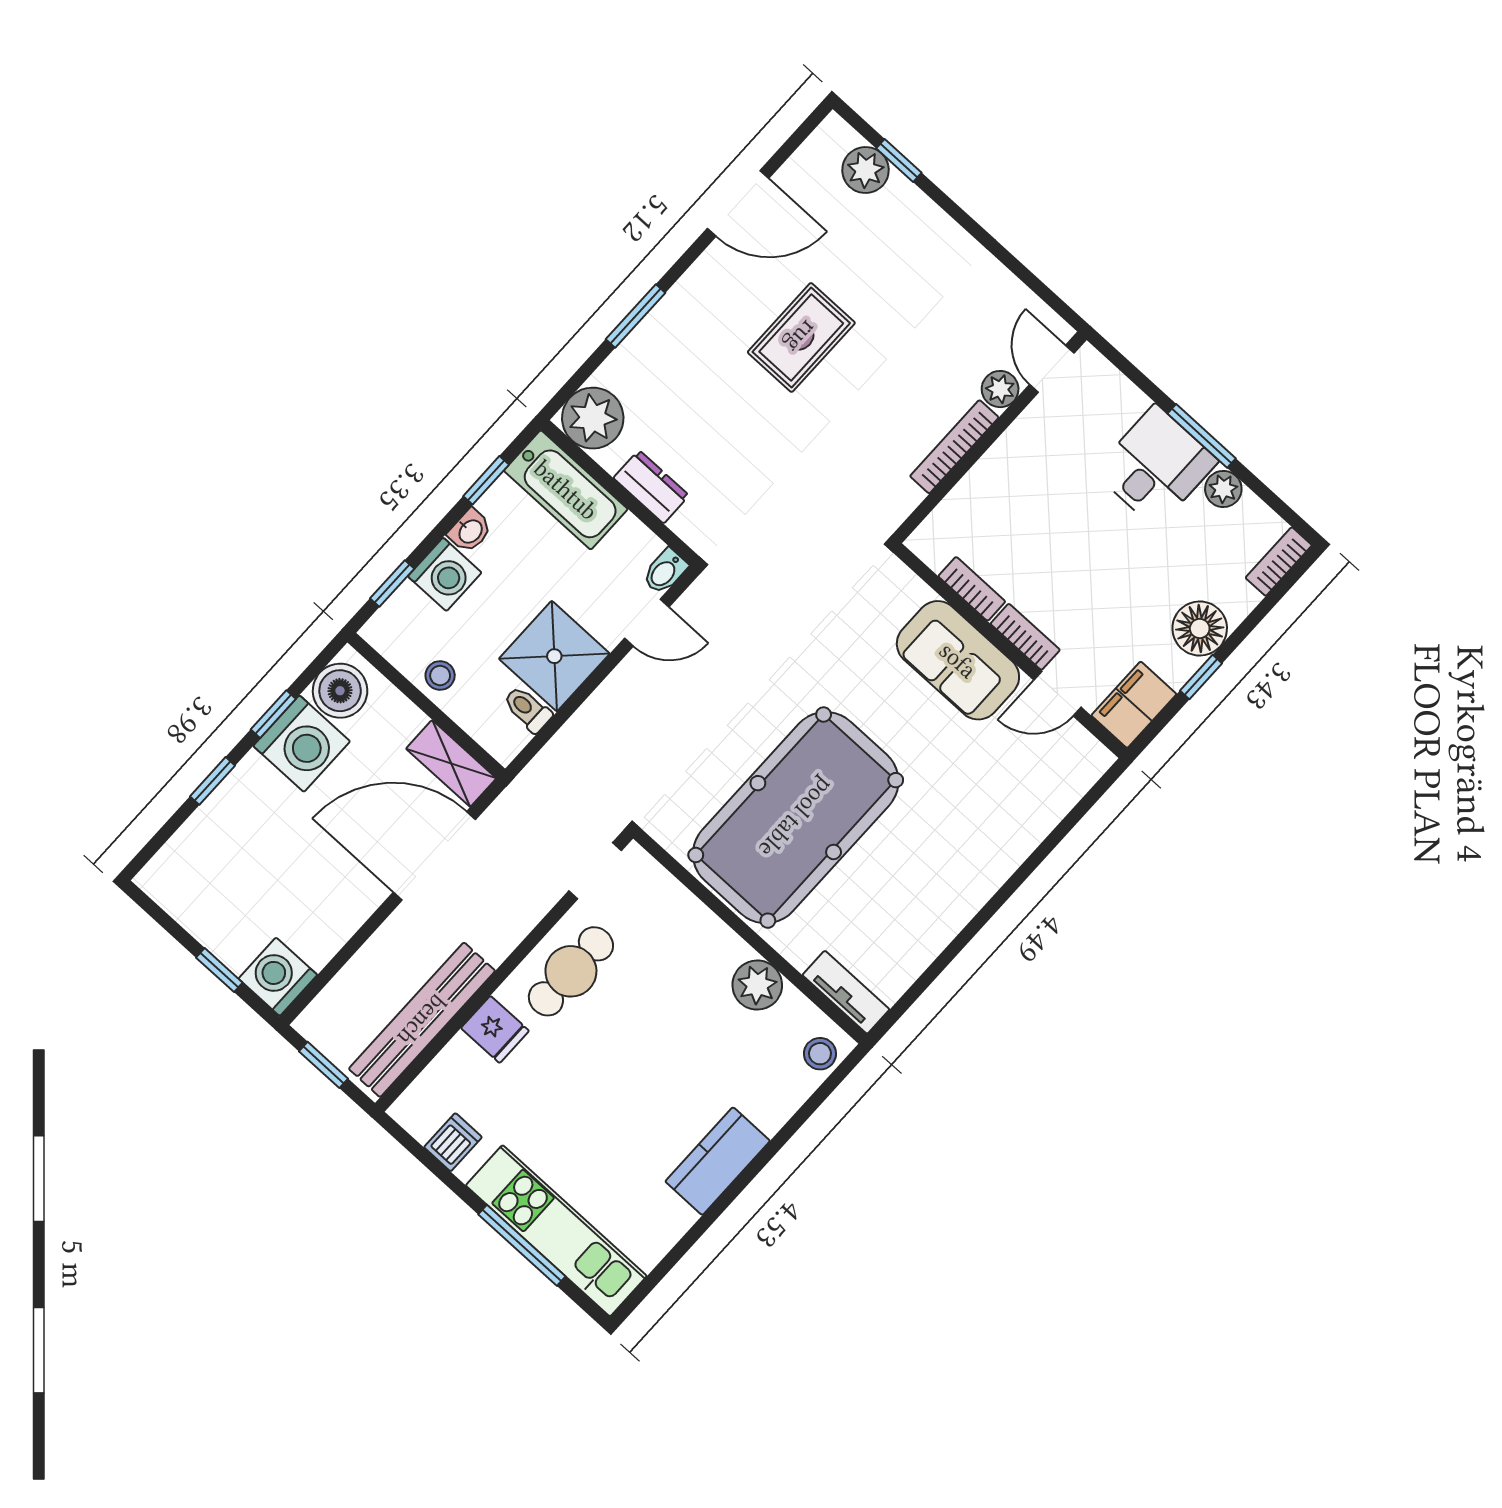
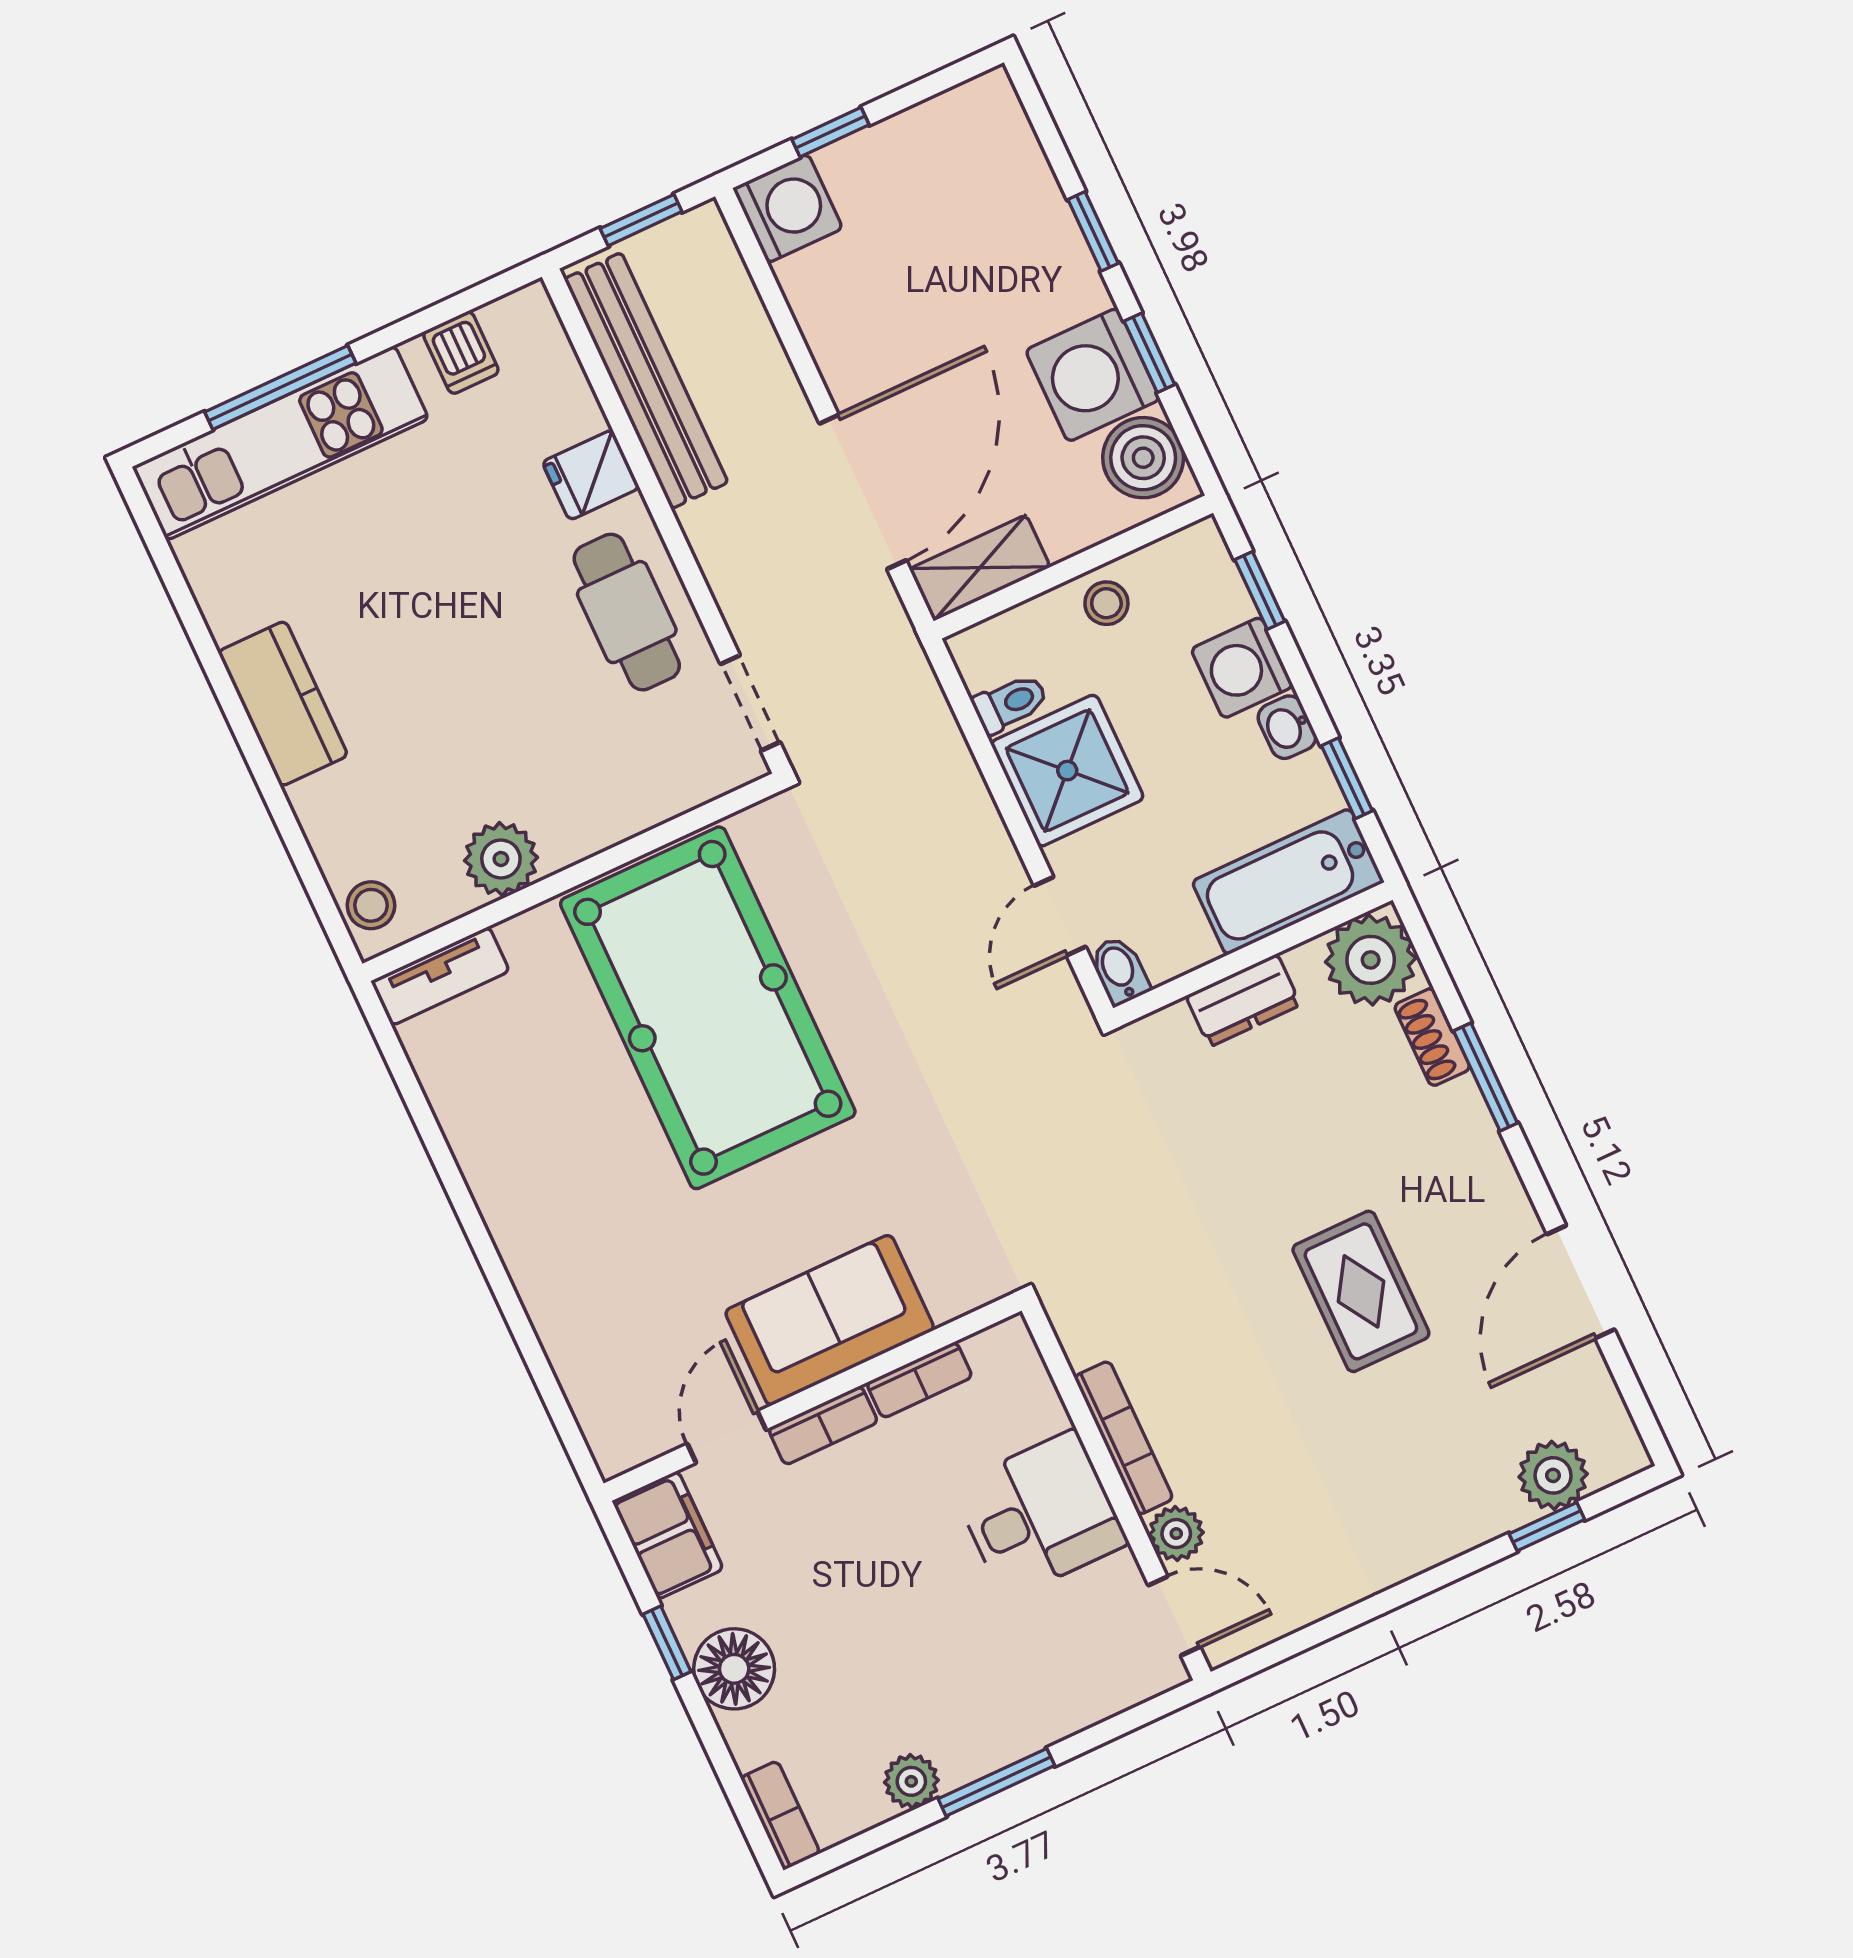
shoe rack: (625, 360) -> (1432, 1037), added
desk: (1156, 466) -> (1040, 1515), moved, turned -90

